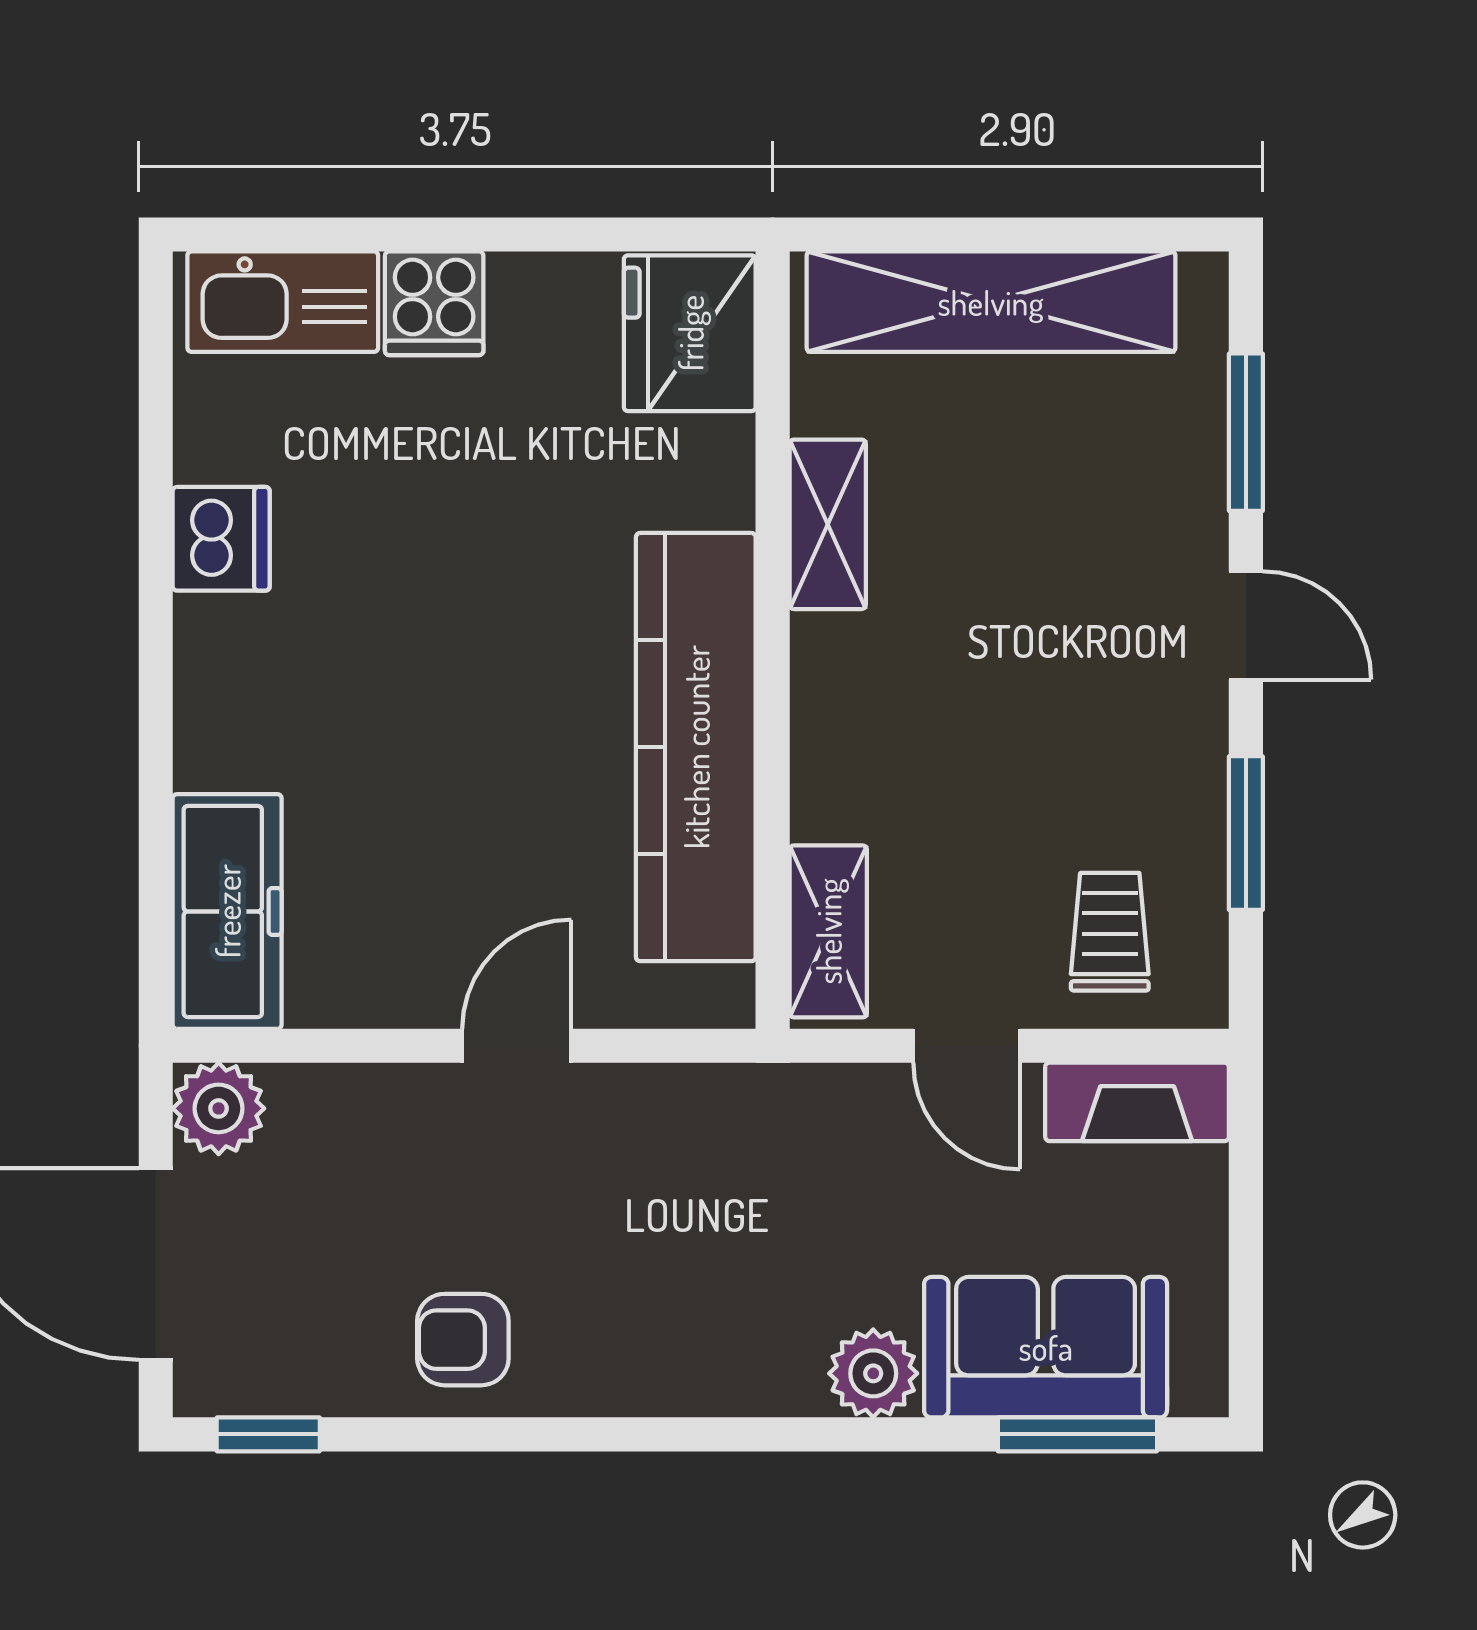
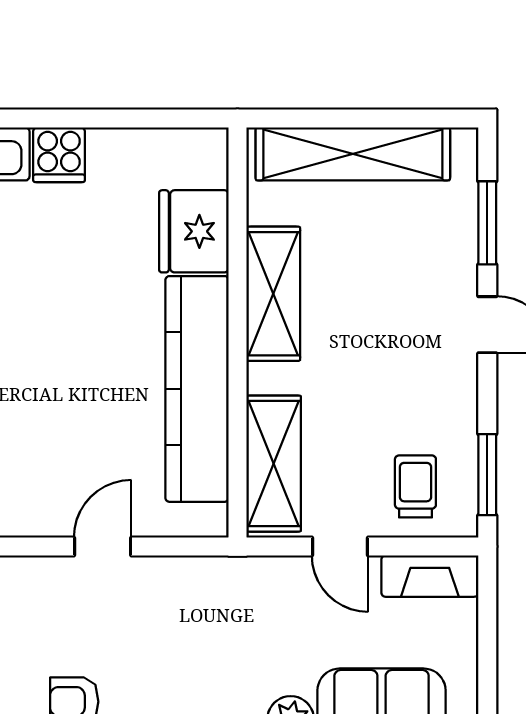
fridge: (690, 333) -> (194, 231), moved
shelving: (828, 524) -> (273, 294), width x1.50, depth x1.33
window: (1246, 833) -> (487, 475), moved
shelving: (828, 931) -> (274, 464), width x1.50, depth x1.33

